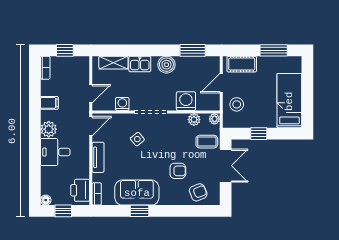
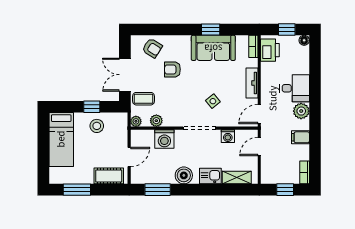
stool: (237, 104) -> (97, 126), moved
armchair: (198, 192) -> (152, 48), turned -126

